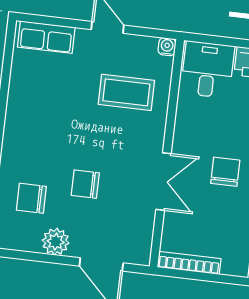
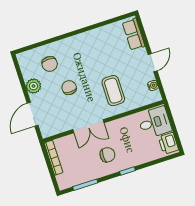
water cooler: (167, 47) -> (153, 85), moved
coffee table: (126, 92) -> (113, 91), moved
chair: (31, 198) -> (50, 64), turned 180

